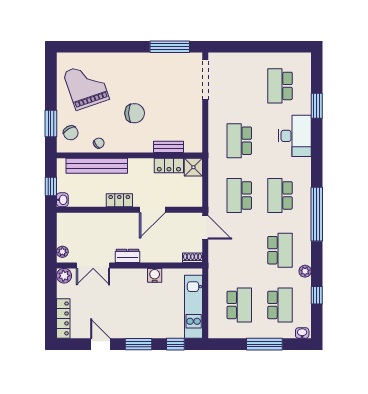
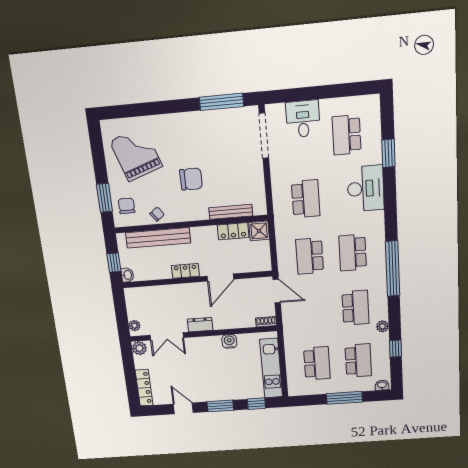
desk: (242, 68) -> (303, 119), added
chair: (71, 133) -> (127, 206), turned -150
school desk: (239, 141) -> (306, 199), turned 180
bench: (168, 147) -> (231, 212), width x1.36

